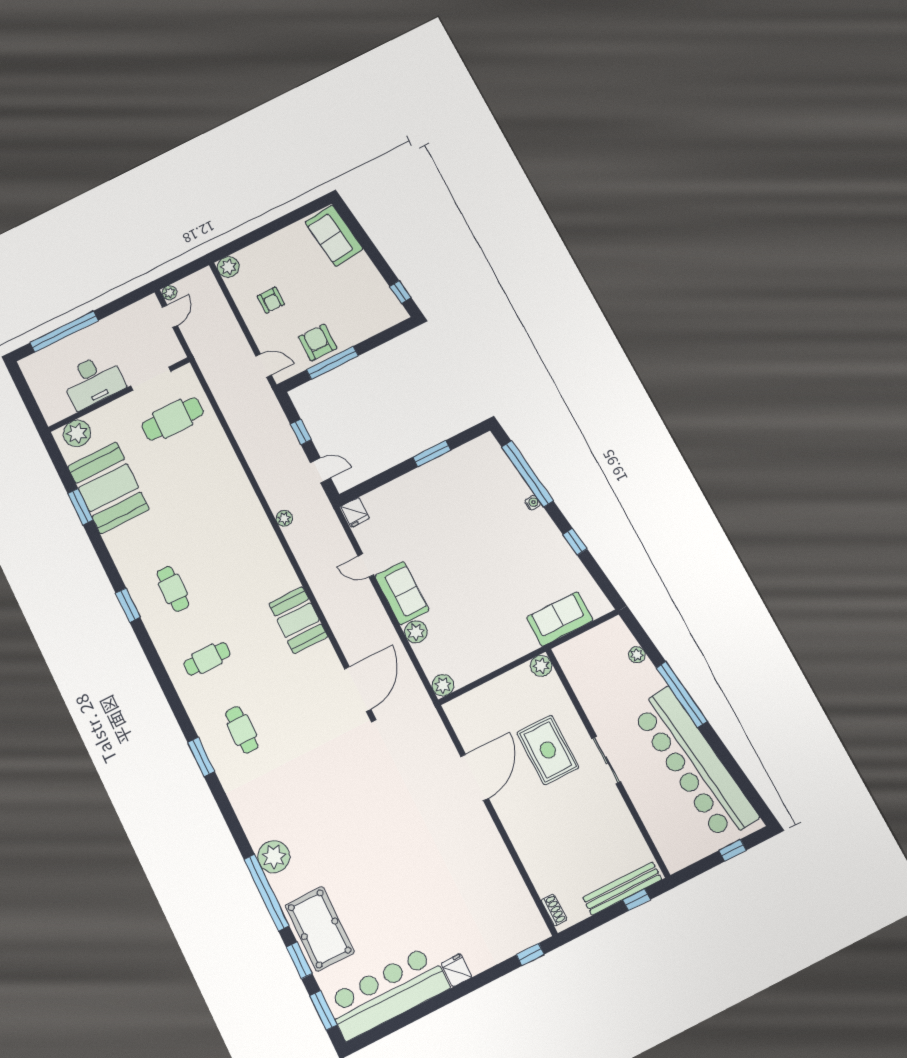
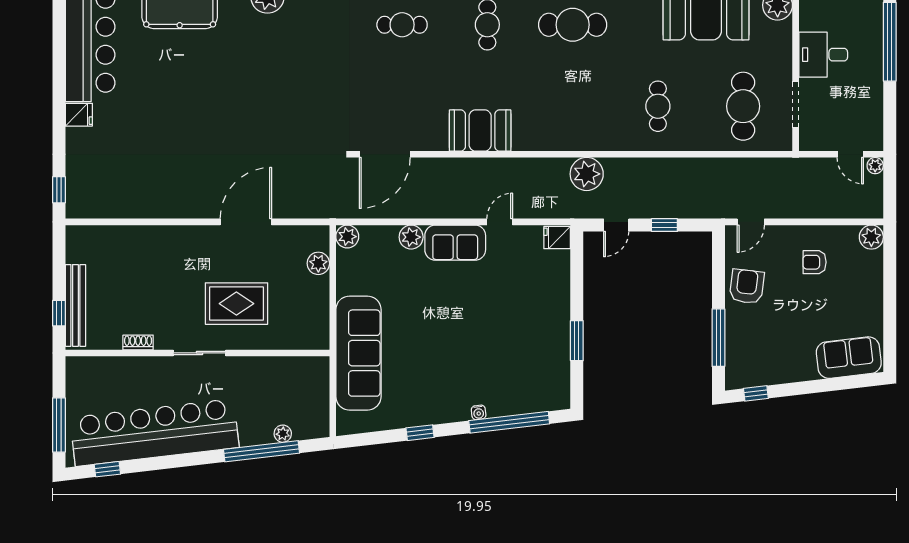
armchair: (318, 342) -> (747, 286), turned -83
window: (332, 363) -> (718, 338), moved
desk: (93, 381) -> (823, 55), width x0.73
cafe table: (206, 486) -> (658, 106), added
plant: (284, 518) -> (587, 174), width x1.87, depth x1.87
cafe table: (173, 589) -> (573, 25), width x1.37, depth x1.35
sofa: (560, 619) -> (358, 353), width x1.85, depth x1.27
plant: (541, 666) -> (318, 263), moved
door: (358, 689) -> (385, 154), hinge flipped
window: (682, 694) -> (262, 451), moved
door: (475, 777) -> (246, 222), swing flipped
window: (748, 789) -> (107, 469), added
window: (733, 850) -> (59, 425), width x2.17
shoe rack: (554, 910) -> (138, 342), moved, turned 180

